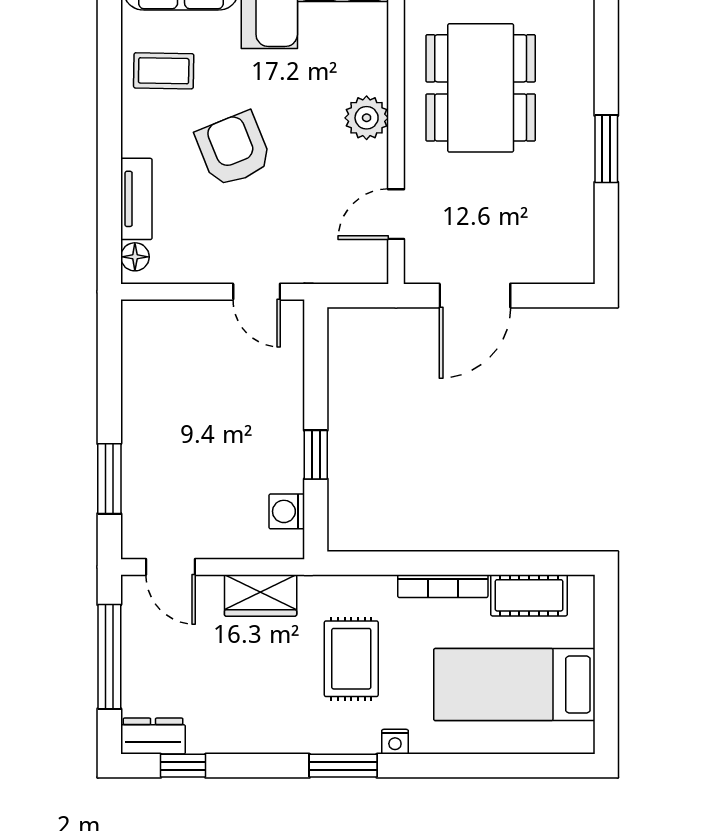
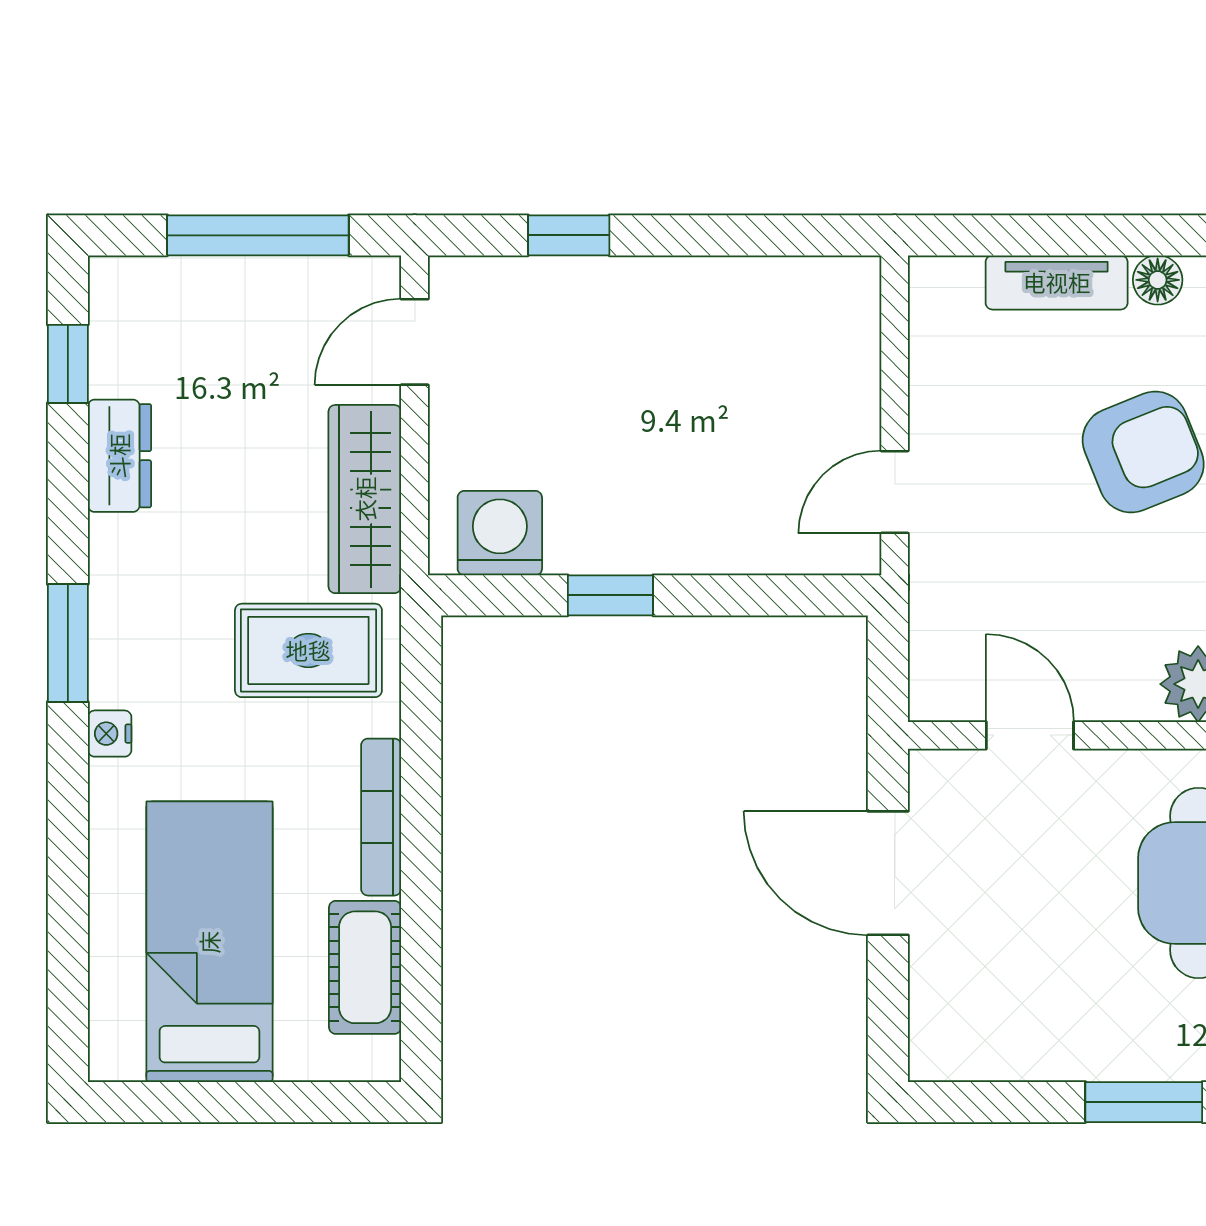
floor lamp: (135, 257) -> (1158, 280), moved
window: (109, 479) -> (569, 235), width x0.67
washing machine: (287, 511) -> (500, 533), width x1.38, depth x1.38
wardrobe: (261, 595) -> (365, 499), width x1.50
rug: (351, 659) -> (308, 650), moved
dresser: (153, 736) -> (119, 456), moved

